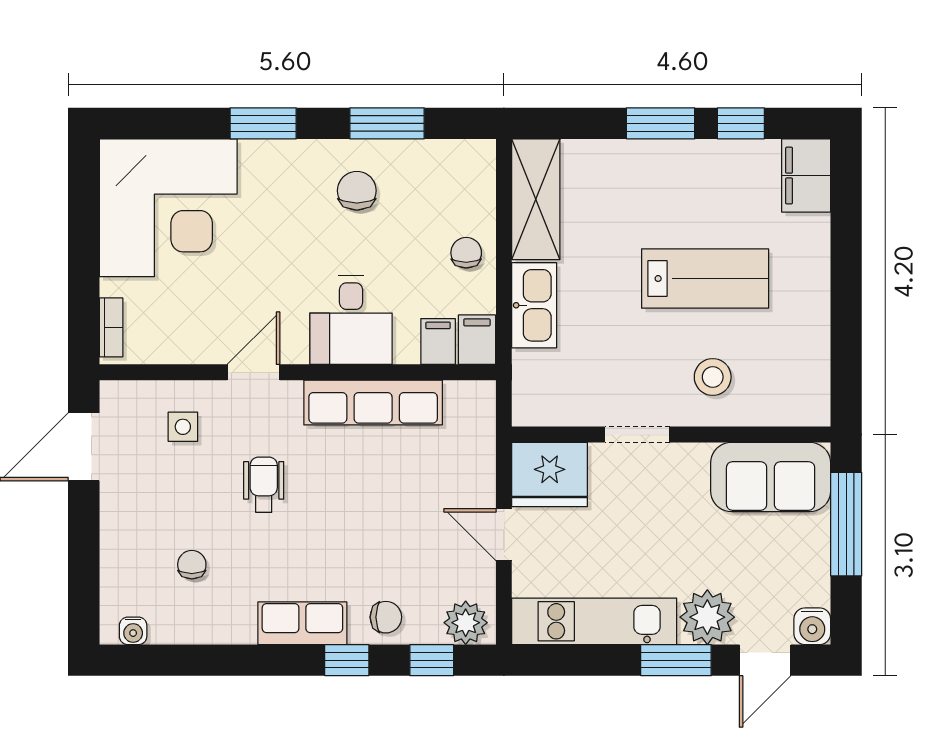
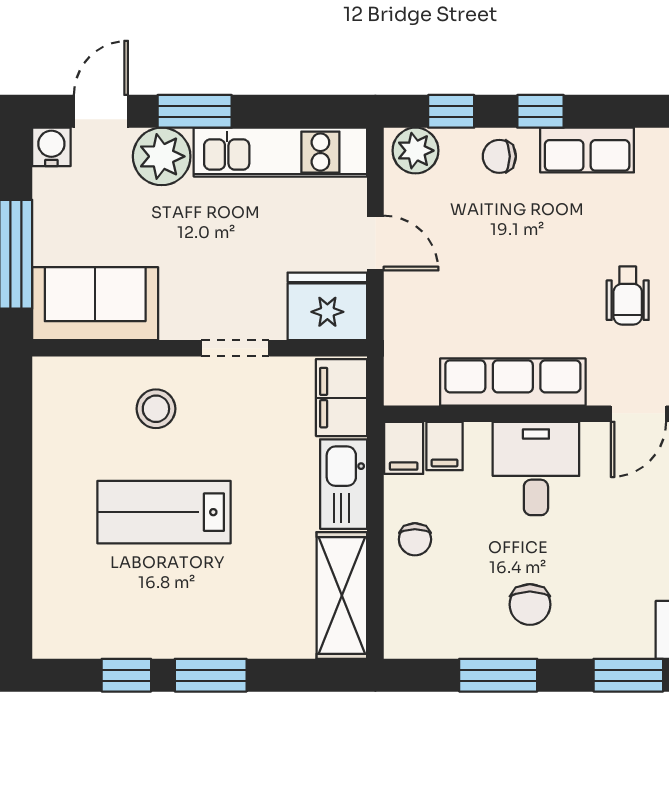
filing cabinet: (806, 176) -> (342, 398), moved, turned 180

